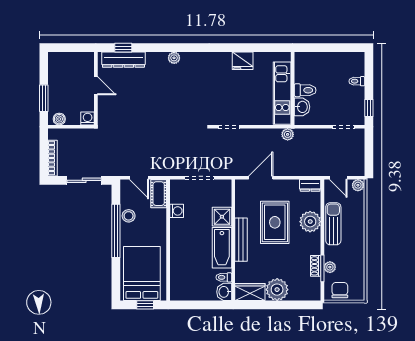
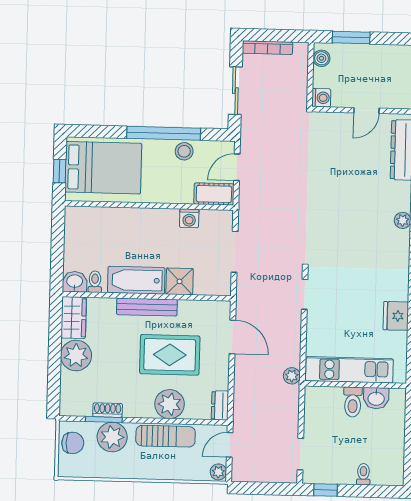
washbasin: (302, 107) -> (376, 398), moved
plant: (330, 267) -> (112, 437), width x1.87, depth x1.87

